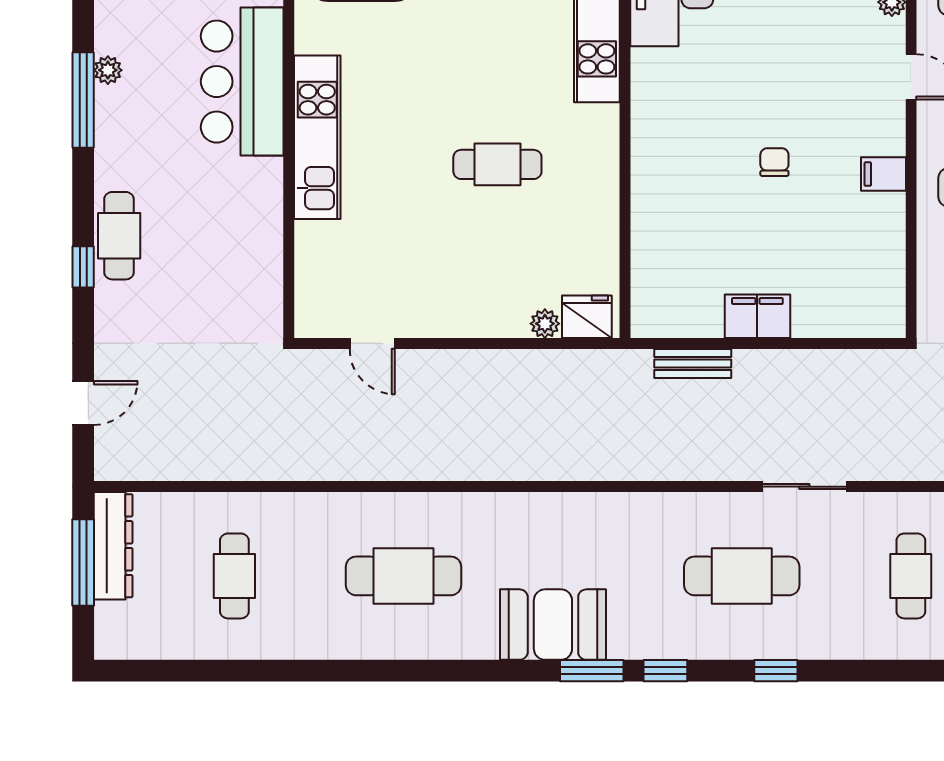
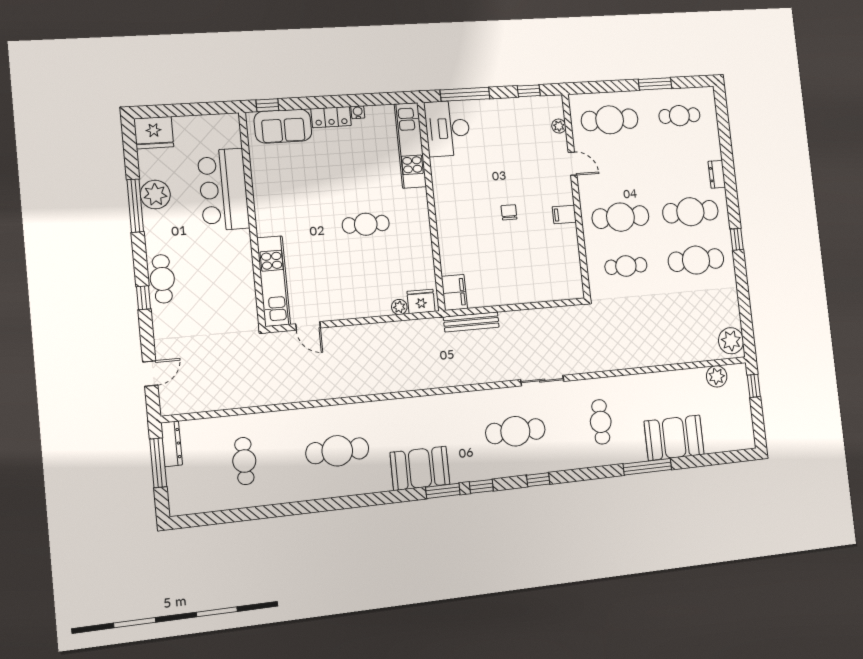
plant: (108, 70) -> (155, 195), width x1.88, depth x1.88
kitchen unit: (317, 137) -> (274, 281), moved
filing cabinet: (757, 316) -> (454, 292), moved, turned 90
bench: (693, 363) -> (471, 322), width x1.36
dresser: (113, 546) -> (172, 444), width x0.73, depth x0.80

